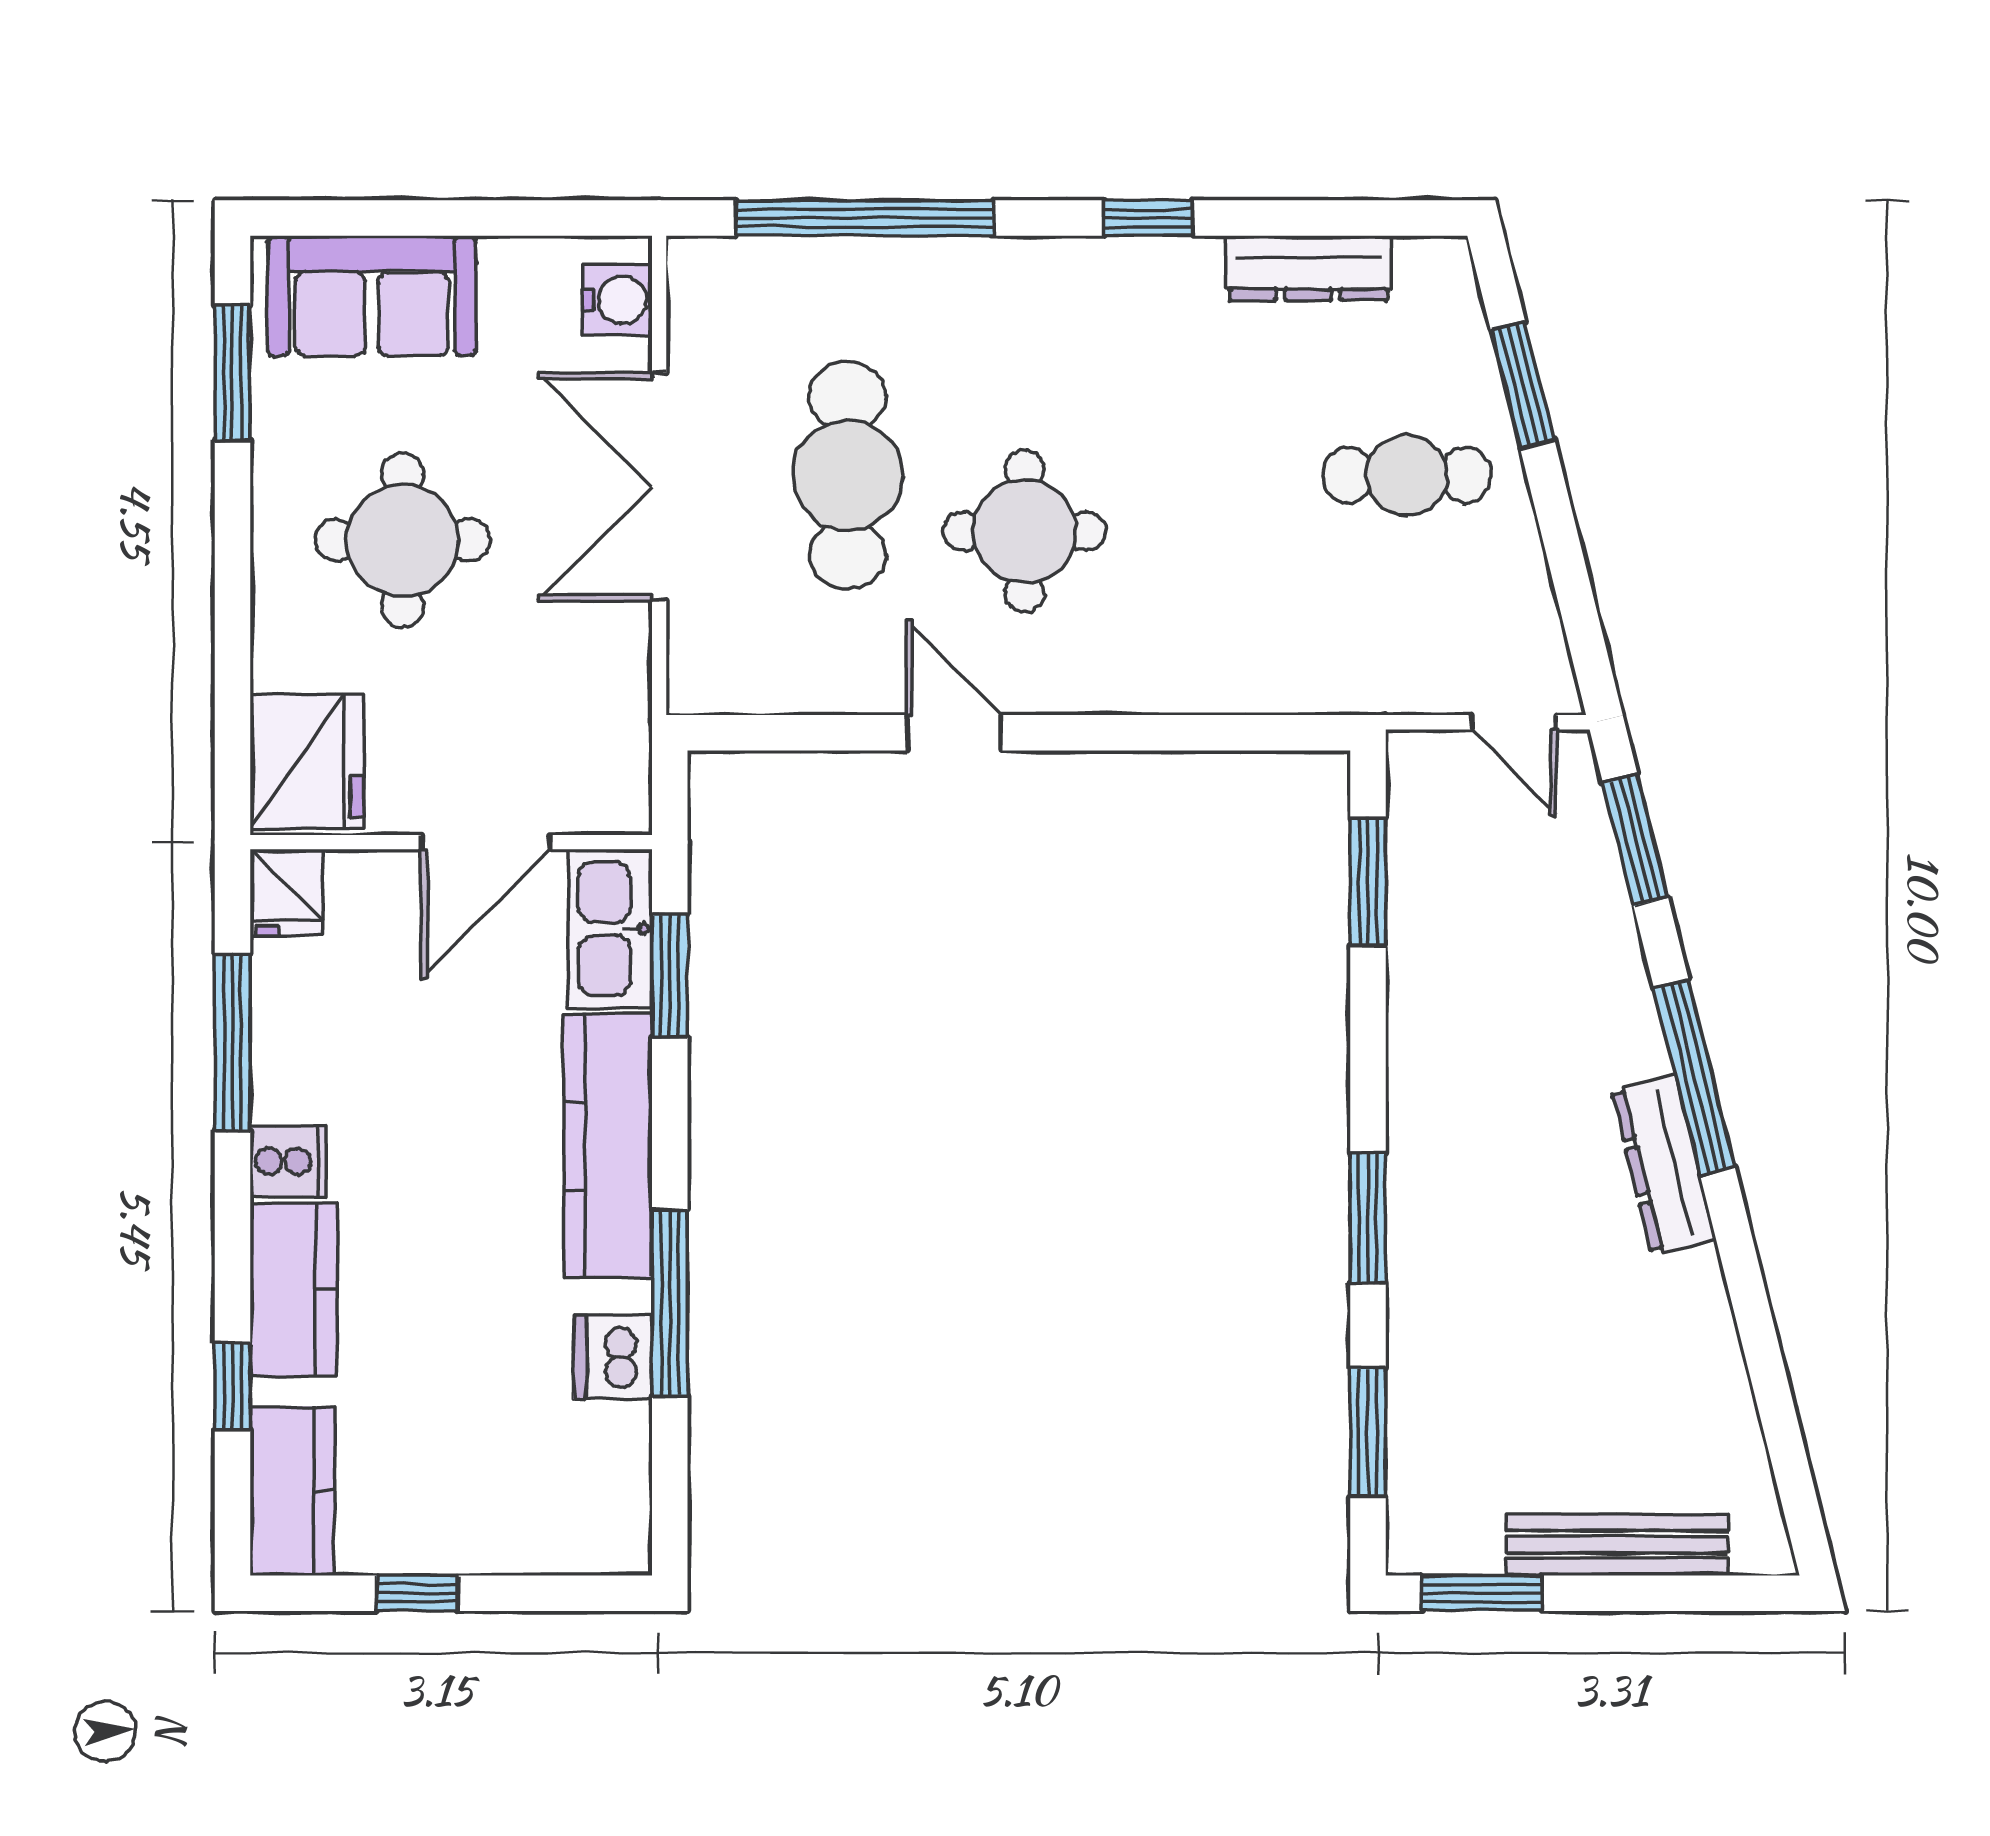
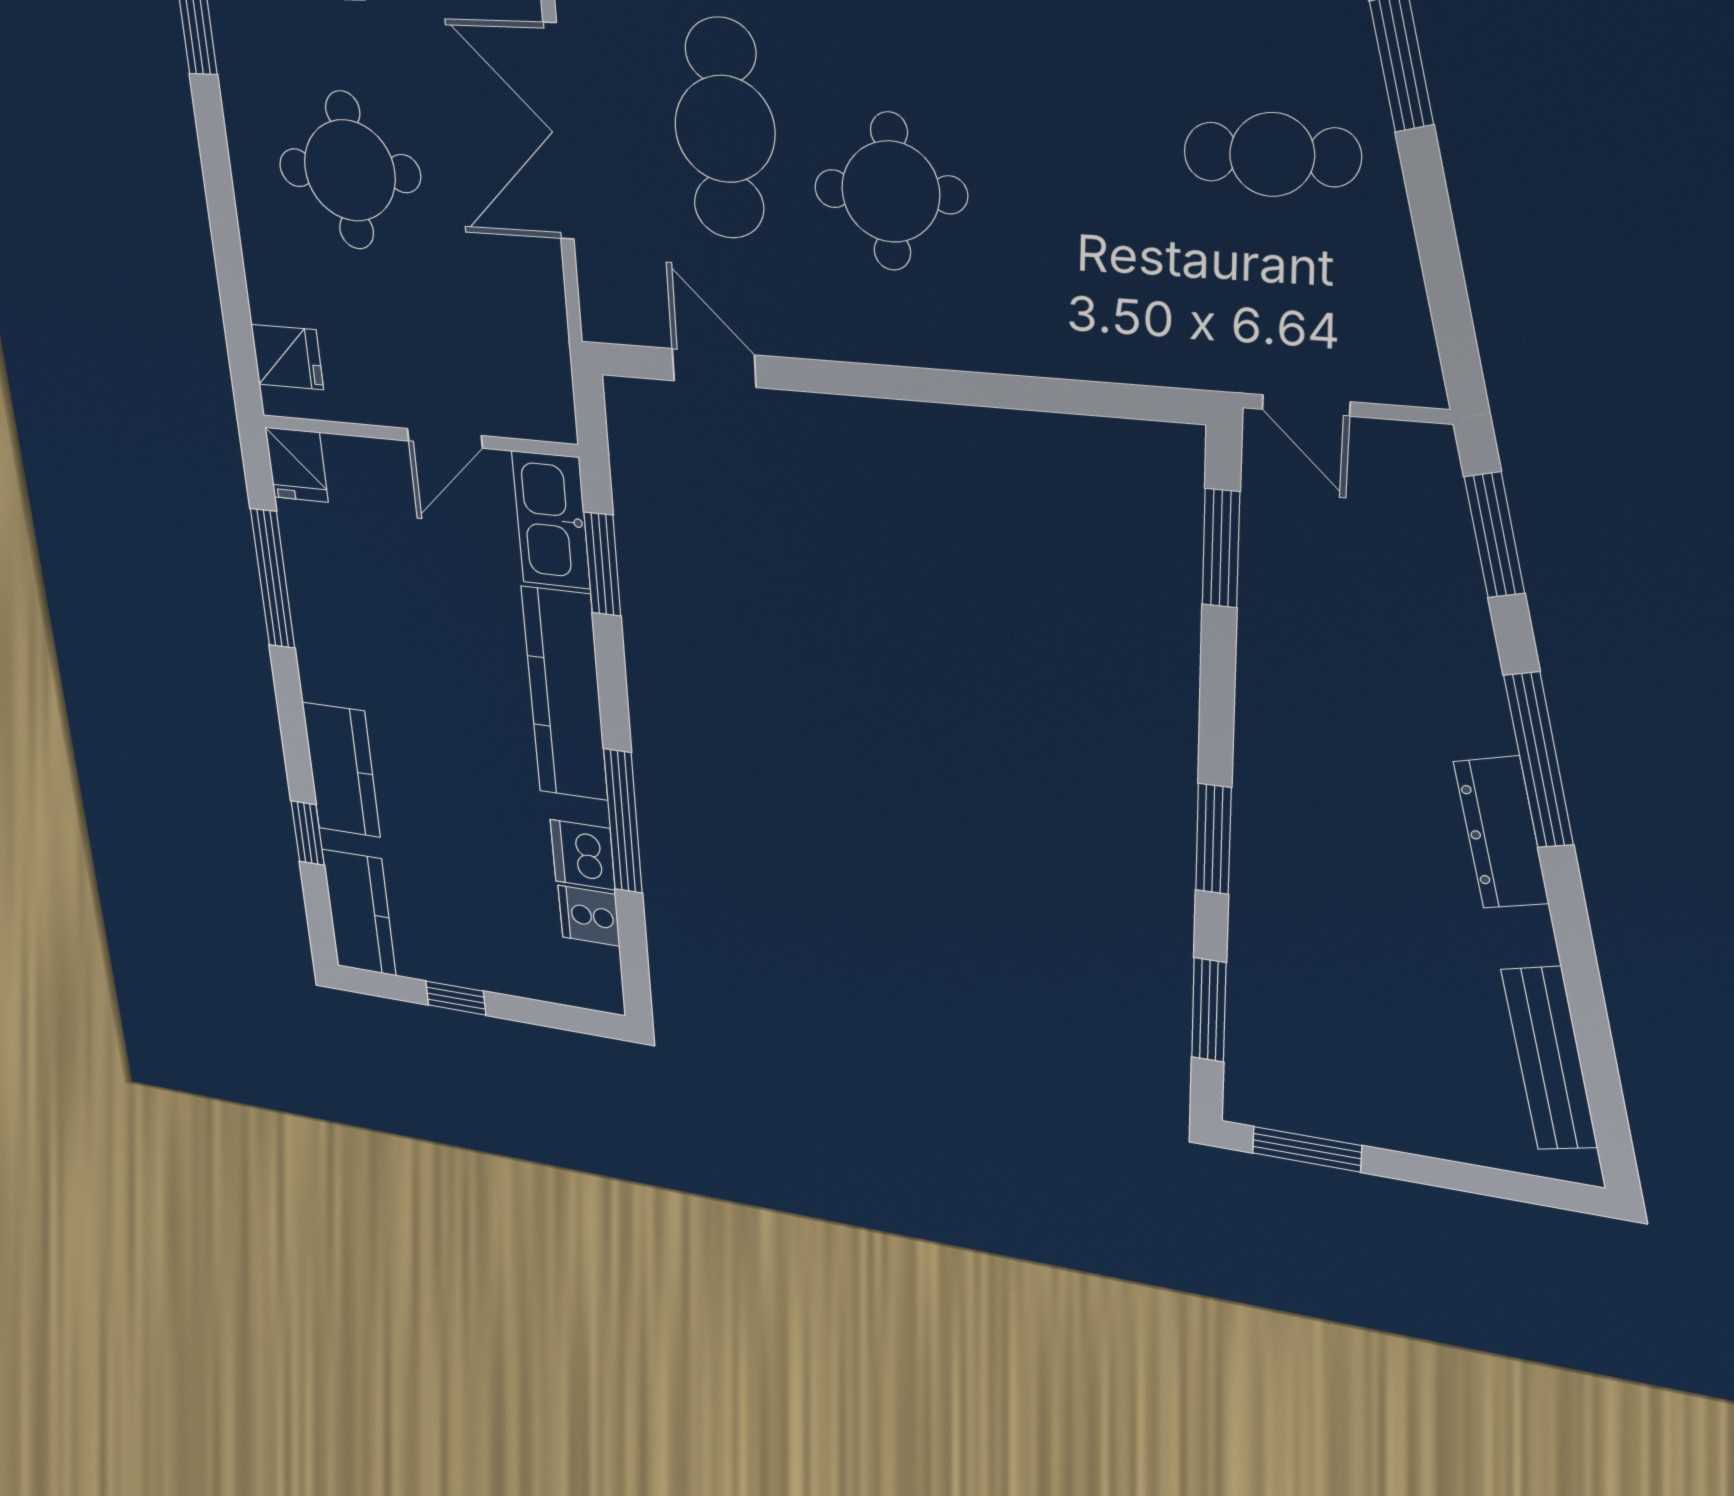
door: (1514, 722) -> (1306, 405), moved
door: (954, 733) -> (714, 368), moved
fridge: (307, 761) -> (287, 357), width x0.53, depth x0.75
door: (485, 842) -> (445, 438), width x0.73
cooker: (288, 1161) -> (589, 916), moved, turned 180
bench: (1617, 1545) -> (1550, 1059), moved, turned 76

